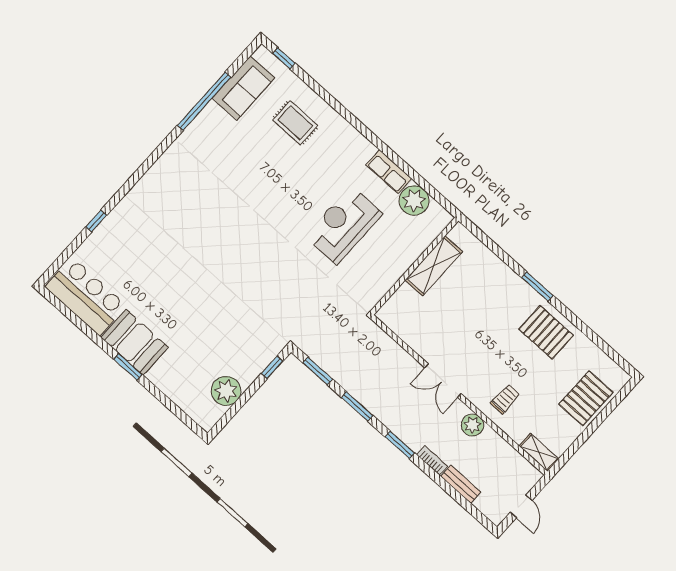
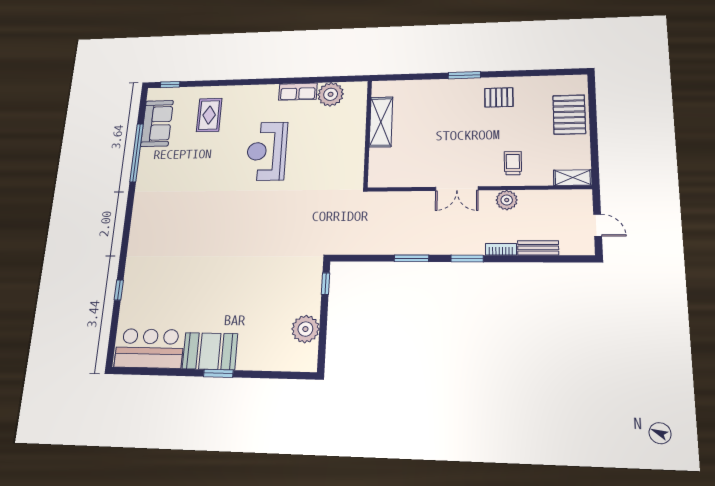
rug: (295, 123) -> (209, 115), turned 90
reception desk: (344, 225) -> (267, 151), moved
pallet: (546, 332) -> (499, 97), width x0.67, depth x0.71
window: (318, 371) -> (361, 258), removed

